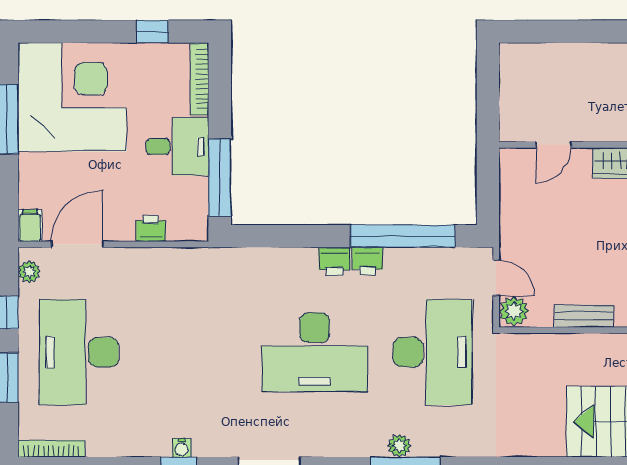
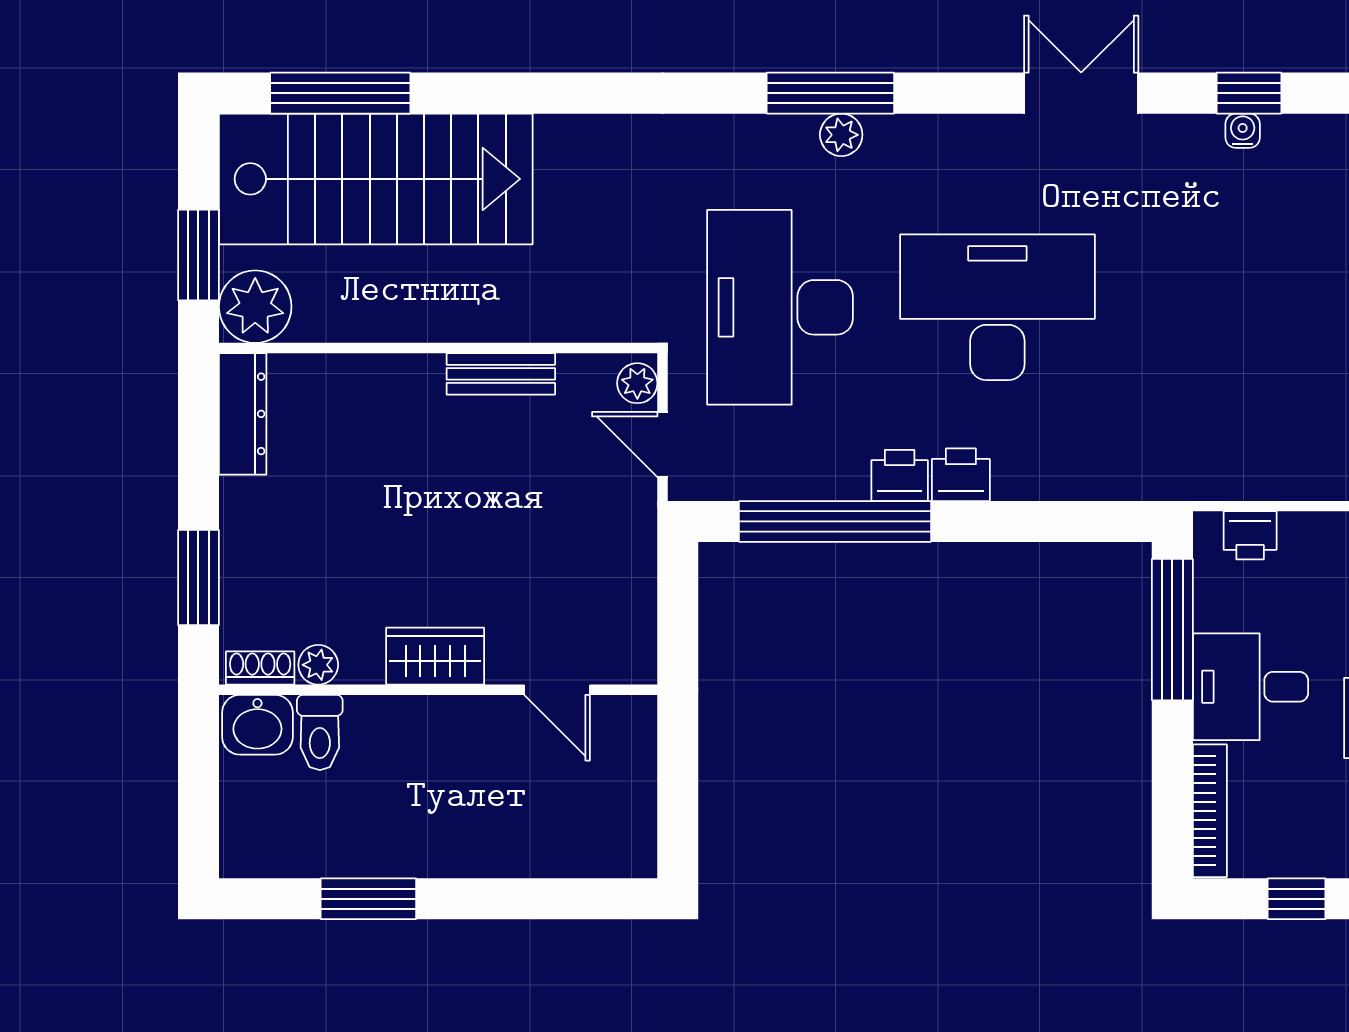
door: (553, 145) -> (557, 690), swing flipped
printer: (151, 229) -> (1250, 535), moved
plant: (514, 311) -> (637, 383), width x0.73, depth x0.73

